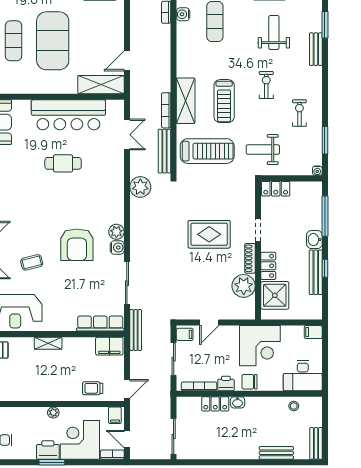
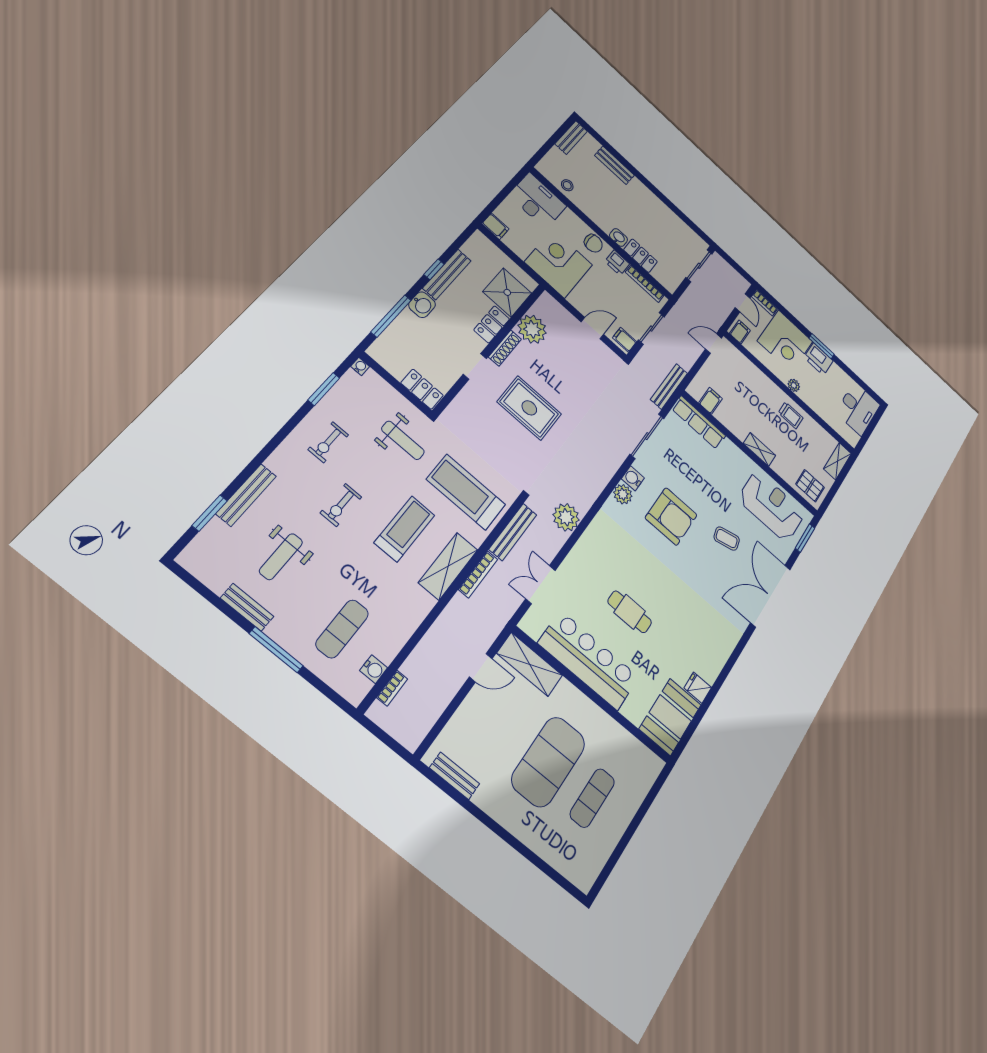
bench: (316, 49) -> (246, 495), width x1.36
armchair: (77, 245) -> (671, 516), turned 90
filing cabinet: (109, 346) -> (710, 401), width x0.50
trolley: (93, 388) -> (791, 415), moved

